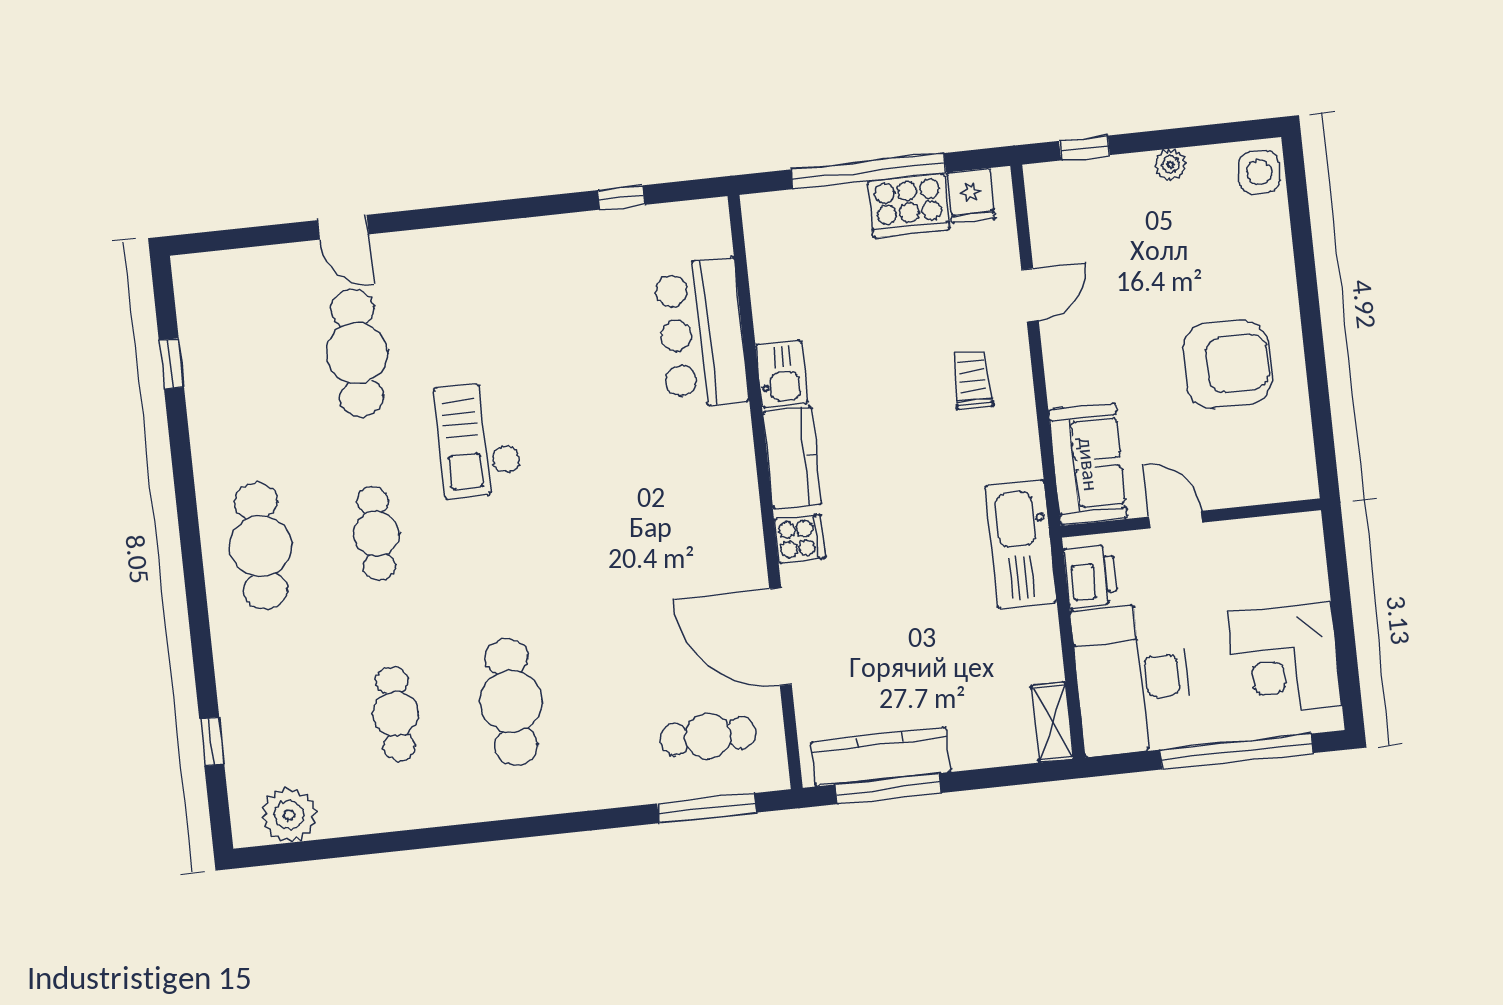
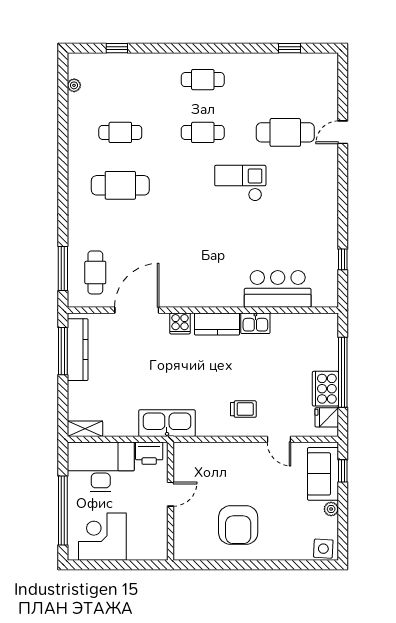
sofa: (1088, 464) -> (323, 474), moved, turned 90
cafe table: (261, 546) -> (203, 80), width x0.73, depth x0.74
plant: (289, 815) -> (74, 85), width x0.53, depth x0.53

